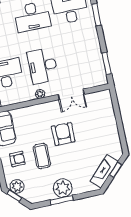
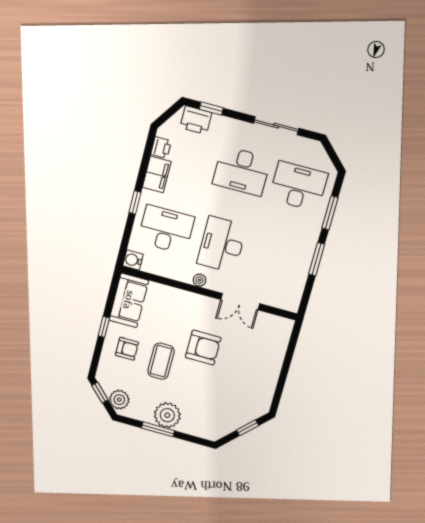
window: (107, 63) -> (317, 259), moved
armchair: (63, 134) -> (203, 347), turned 90
fireplace: (104, 171) -> (232, 422), removed
plant: (17, 186) -> (119, 400), moved

